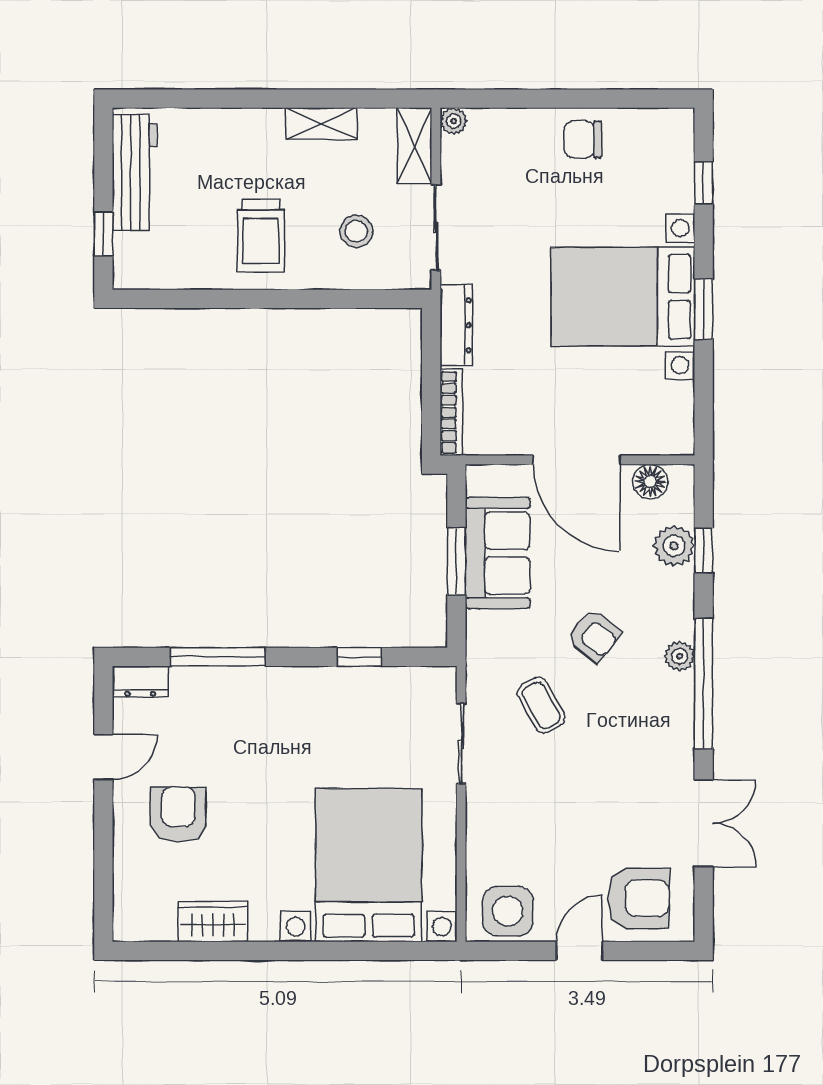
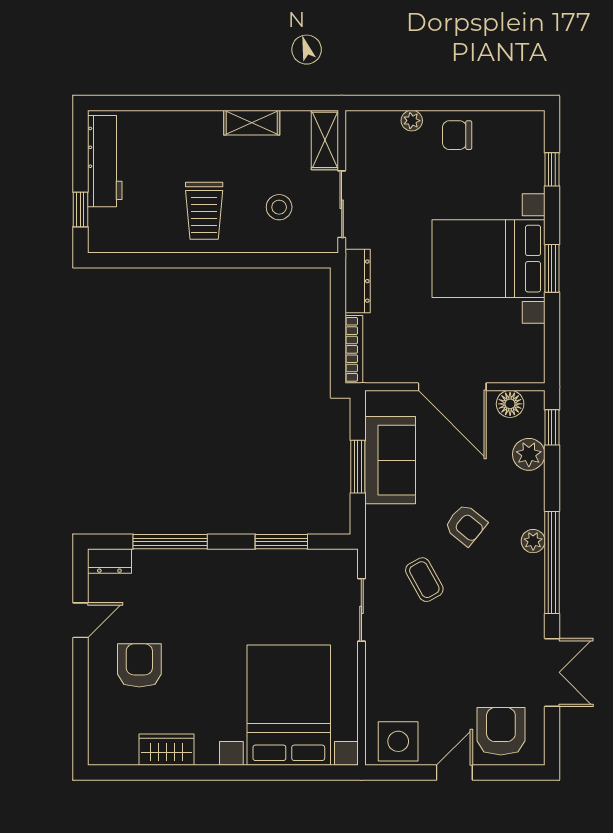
plant: (454, 121) -> (412, 121), moved
window: (704, 551) -> (552, 427), moved
window: (359, 657) -> (281, 542), width x1.50
armchair: (639, 898) -> (501, 731), turned -90

